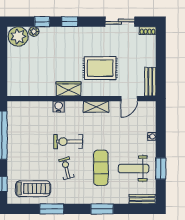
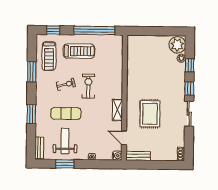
sliding door: (120, 22) -> (189, 114), moved
wardrobe: (69, 89) -> (133, 87), removed
water cooler: (59, 107) -> (117, 156), moved
treadmill: (27, 153) -> (79, 51), added

